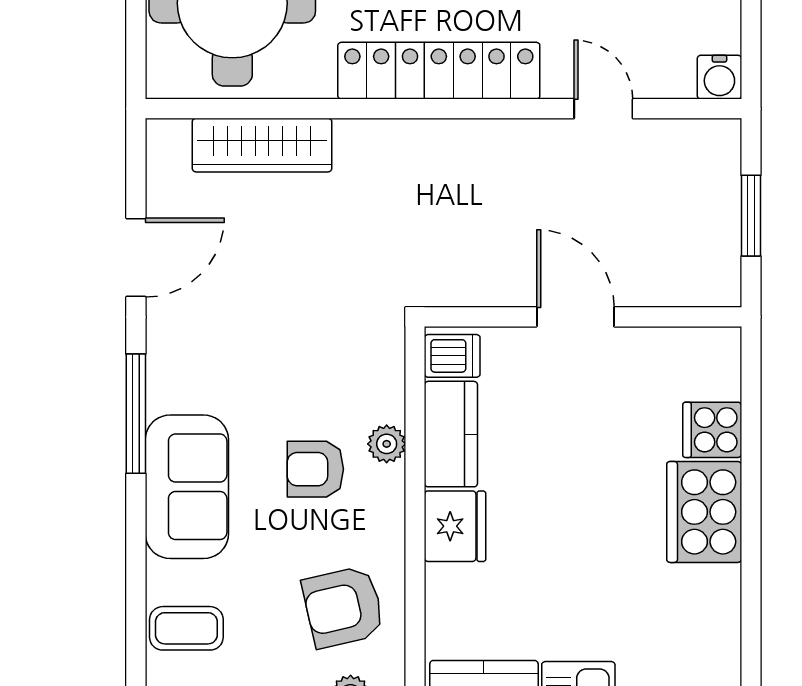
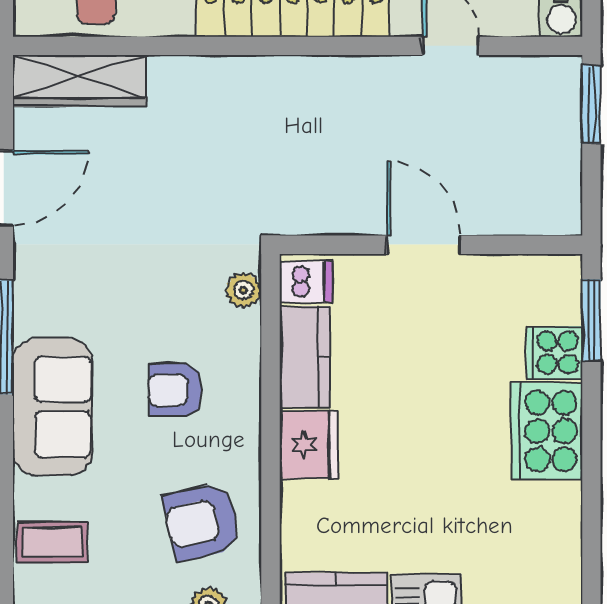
wardrobe: (262, 145) -> (79, 81), moved
window: (751, 216) -> (591, 104), moved
window: (751, 396) -> (591, 320), added
plant: (387, 444) -> (243, 290), moved

